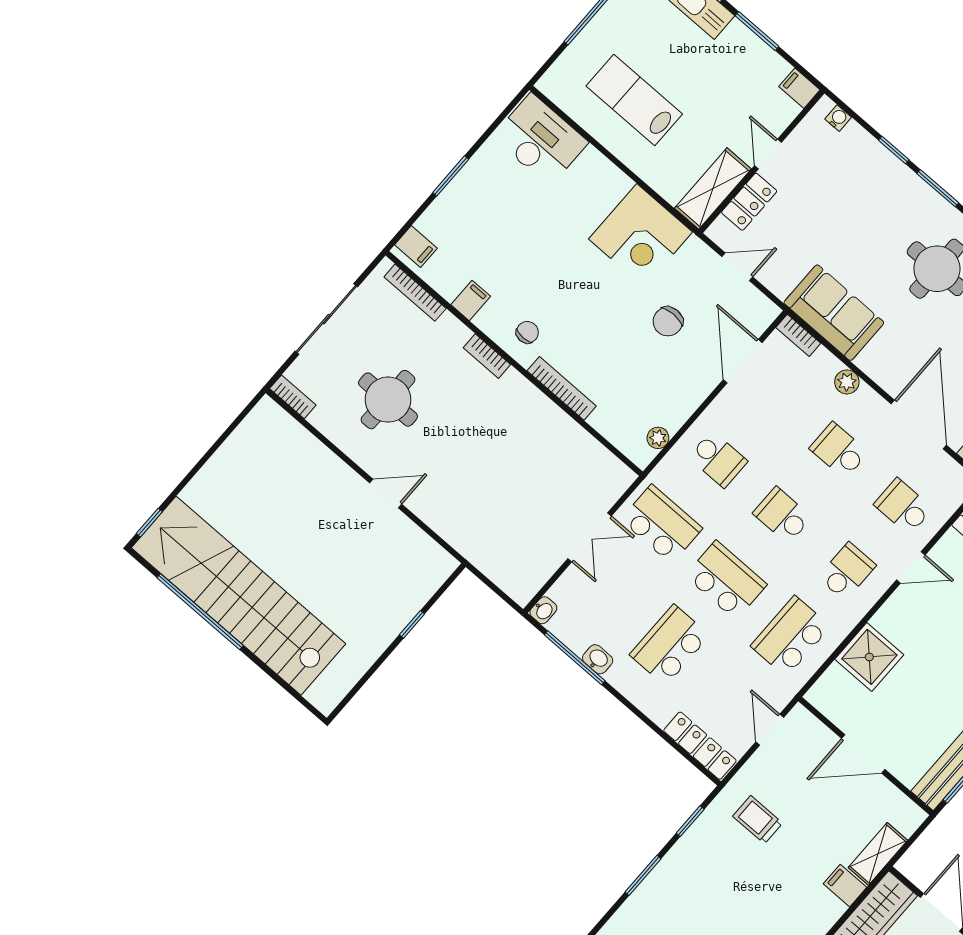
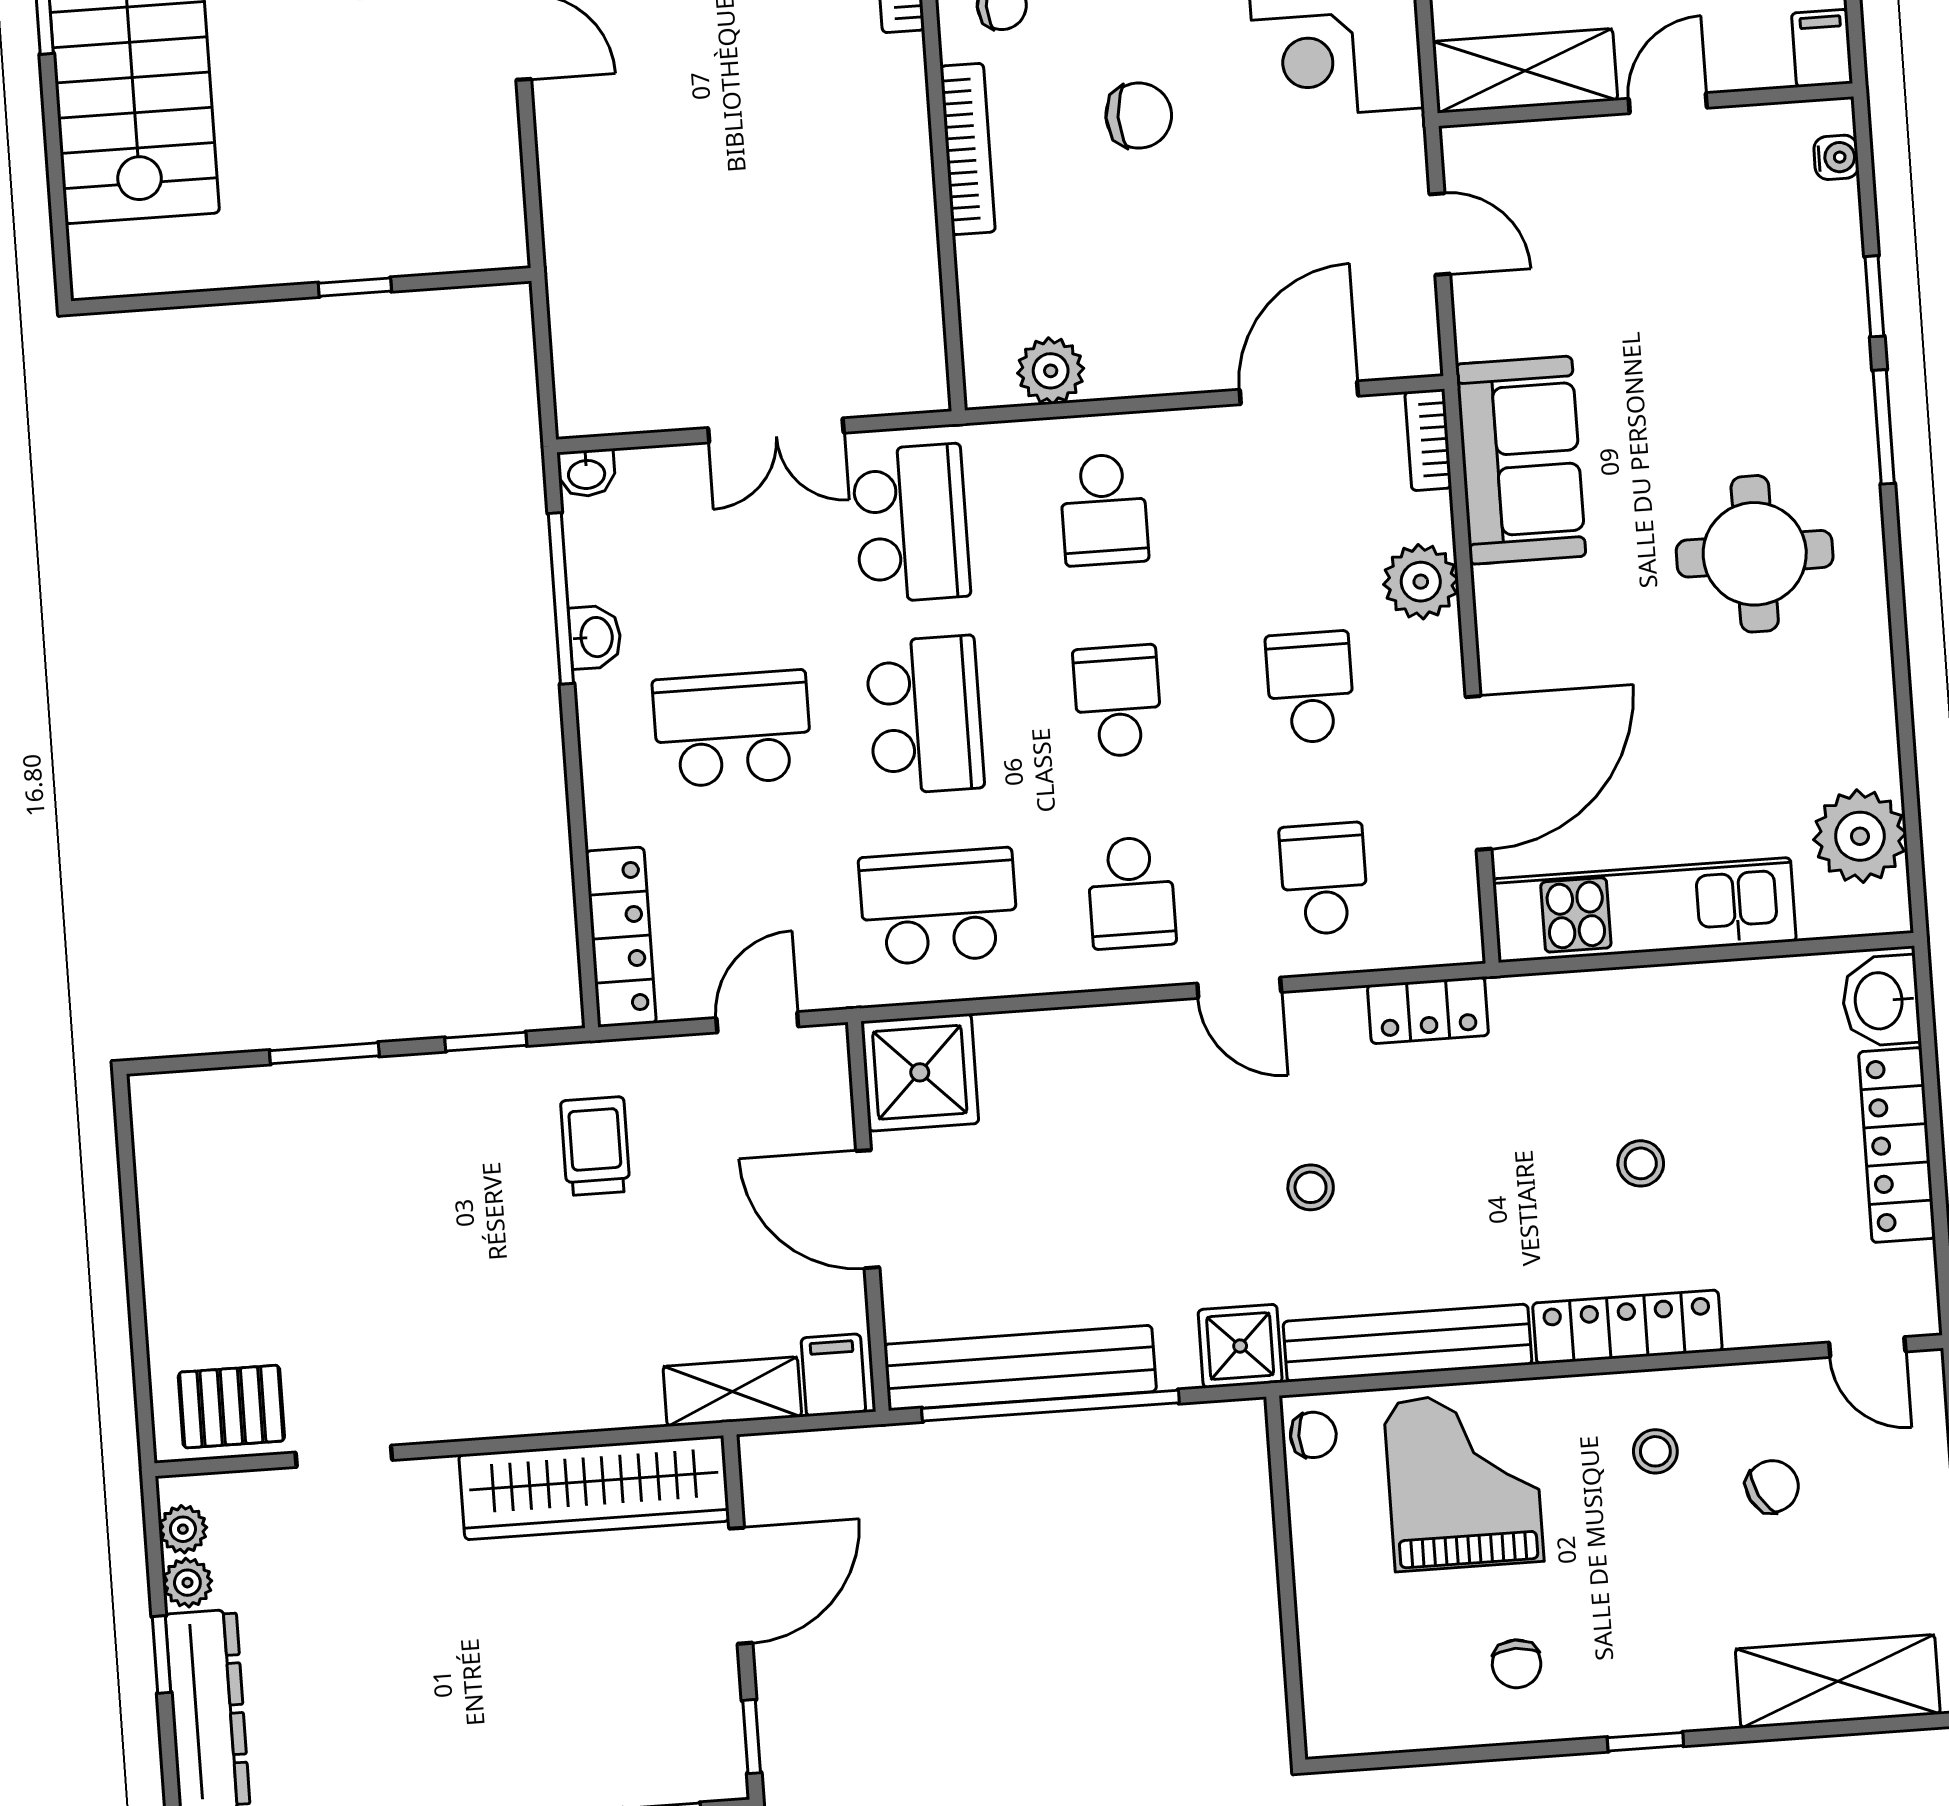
locker: (749, 202) -> (1562, 149), removed
chair: (668, 321) -> (1139, 116), moved, turned 180
plant: (847, 382) -> (1421, 582), width x1.38, depth x1.38
plant: (658, 438) -> (1051, 371), width x1.38, depth x1.38
school desk: (847, 571) -> (1131, 893), turned 90
shower: (869, 657) -> (920, 1072), moved
filing cabinet: (845, 886) -> (833, 1375), moved

